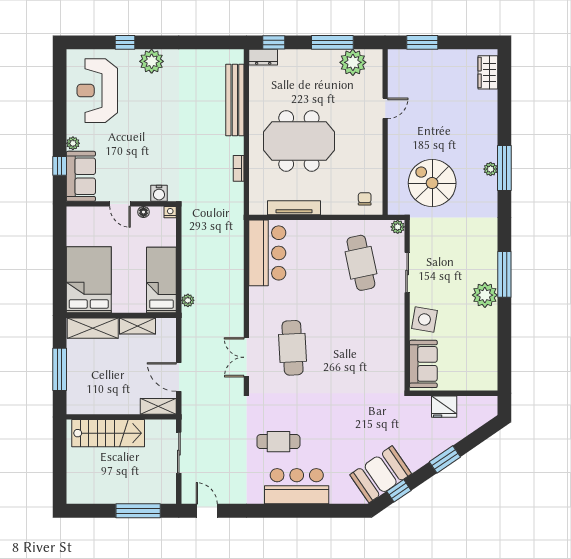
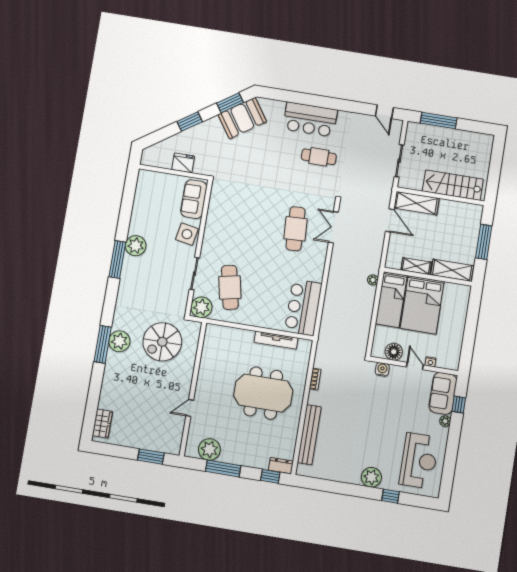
plant: (491, 169) -> (119, 341), width x1.88, depth x1.88
spiral stairs: (432, 183) -> (162, 342), turned 90
chair: (365, 199) -> (218, 338), removed
floor lamp: (143, 212) -> (394, 352), width x1.89, depth x1.89
nightstand: (170, 212) -> (430, 362), moved
plant: (398, 227) -> (201, 307), width x1.88, depth x1.88
bed: (89, 280) -> (422, 305), moved
double door: (246, 357) -> (333, 227), swing flipped
shelving: (158, 406) -> (416, 203), width x1.50, depth x1.33
window: (399, 491) -> (230, 103), width x1.50

